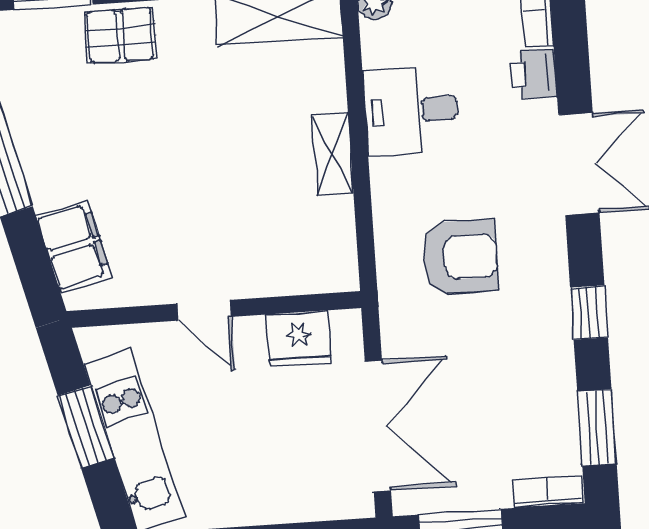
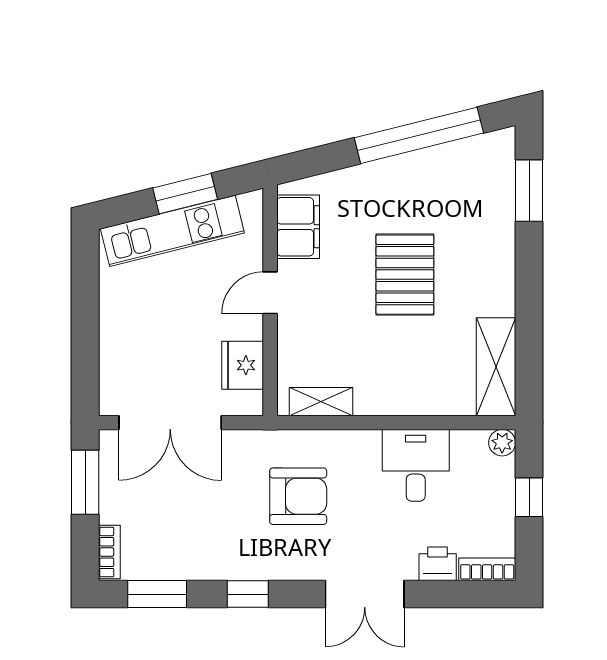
pallet: (120, 35) -> (405, 275), moved, width x1.50, depth x1.42
shelving: (333, 155) -> (321, 402), moved
filing cabinet: (74, 246) -> (298, 227), moved, turned -76
armchair: (460, 257) -> (298, 496), turned -90

